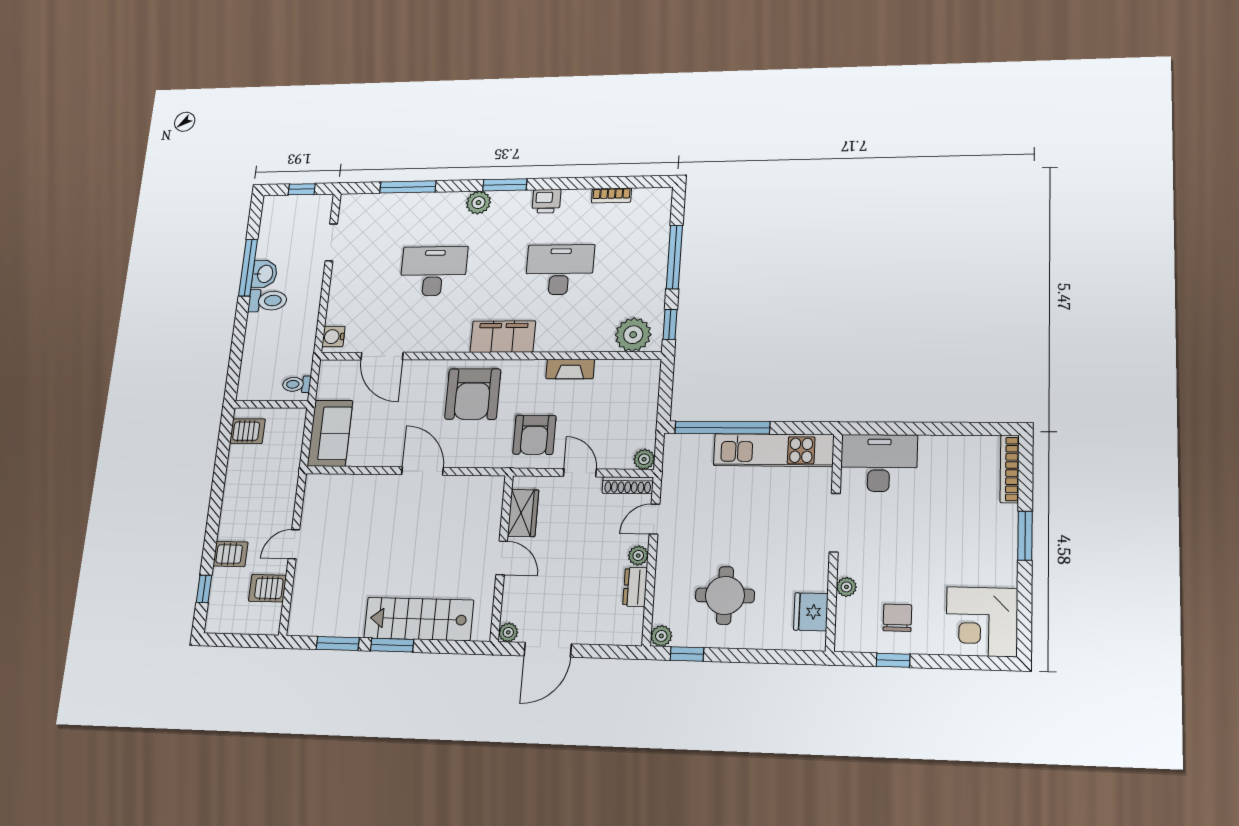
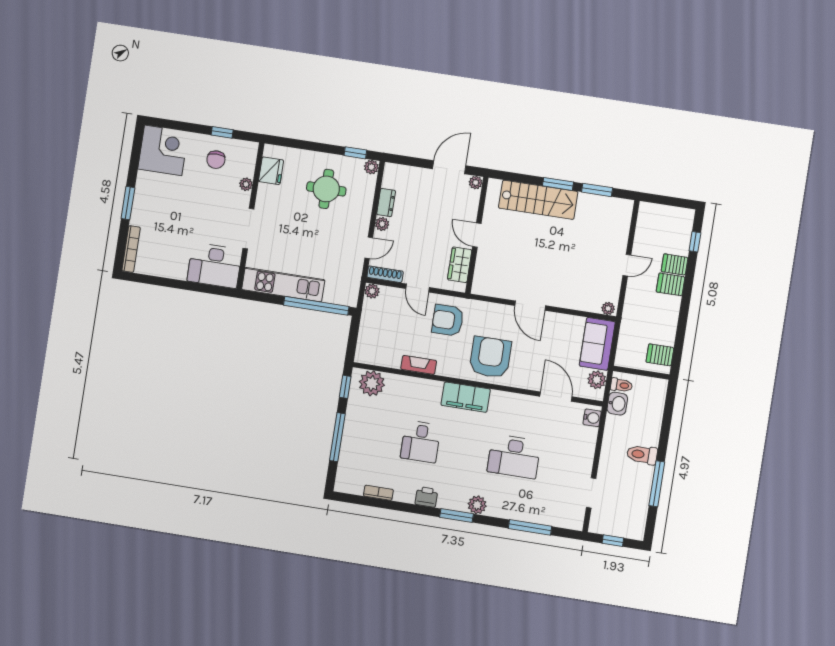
desk: (560, 270) -> (421, 442), width x0.73
washbasin: (264, 274) -> (617, 404), moved, turned 180
plant: (329, 386) -> (597, 380), added
armchair: (534, 435) -> (448, 320), turned -90
plant: (317, 482) -> (608, 308), added
server rack: (267, 588) -> (671, 284), moved, turned 180

